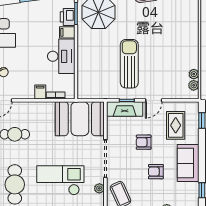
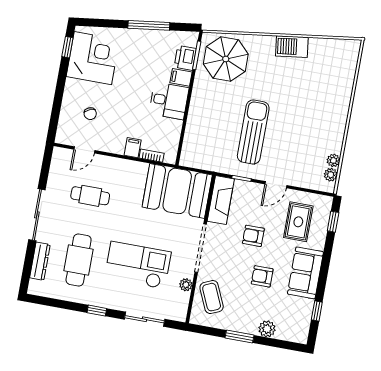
desk: (61, 56) -> (169, 101), width x0.73
fireplace: (125, 109) -> (221, 200), moved, turned -90

